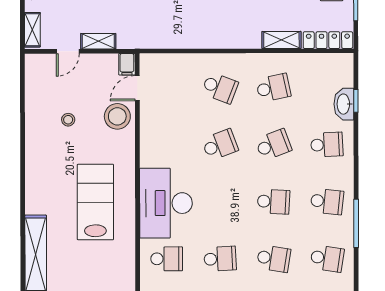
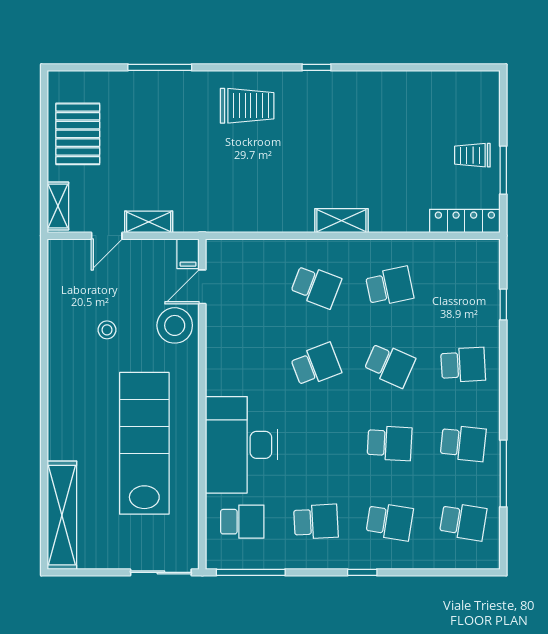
shelving: (281, 40) -> (341, 221), moved
washbasin: (344, 104) -> (487, 309), removed
school desk: (273, 145) -> (390, 365), turned 45
lab bench: (95, 202) -> (144, 443), width x1.36

